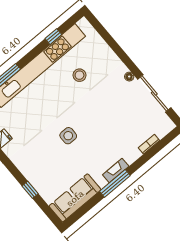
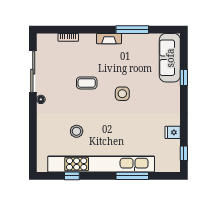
coffee table: (104, 120) -> (87, 83), added
window: (115, 183) -> (132, 30), moved
sofa: (75, 198) -> (170, 58), moved, turned 90

